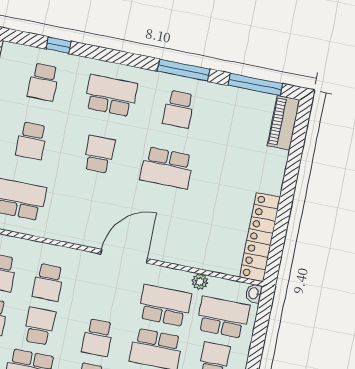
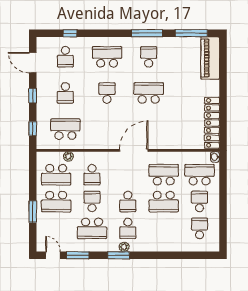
school desk: (179, 109) -> (149, 57), turned 180
piano: (284, 123) -> (210, 58), width x1.37, depth x1.33
school desk: (167, 168) -> (149, 93), turned 180
plant: (200, 282) -> (68, 156), moved

